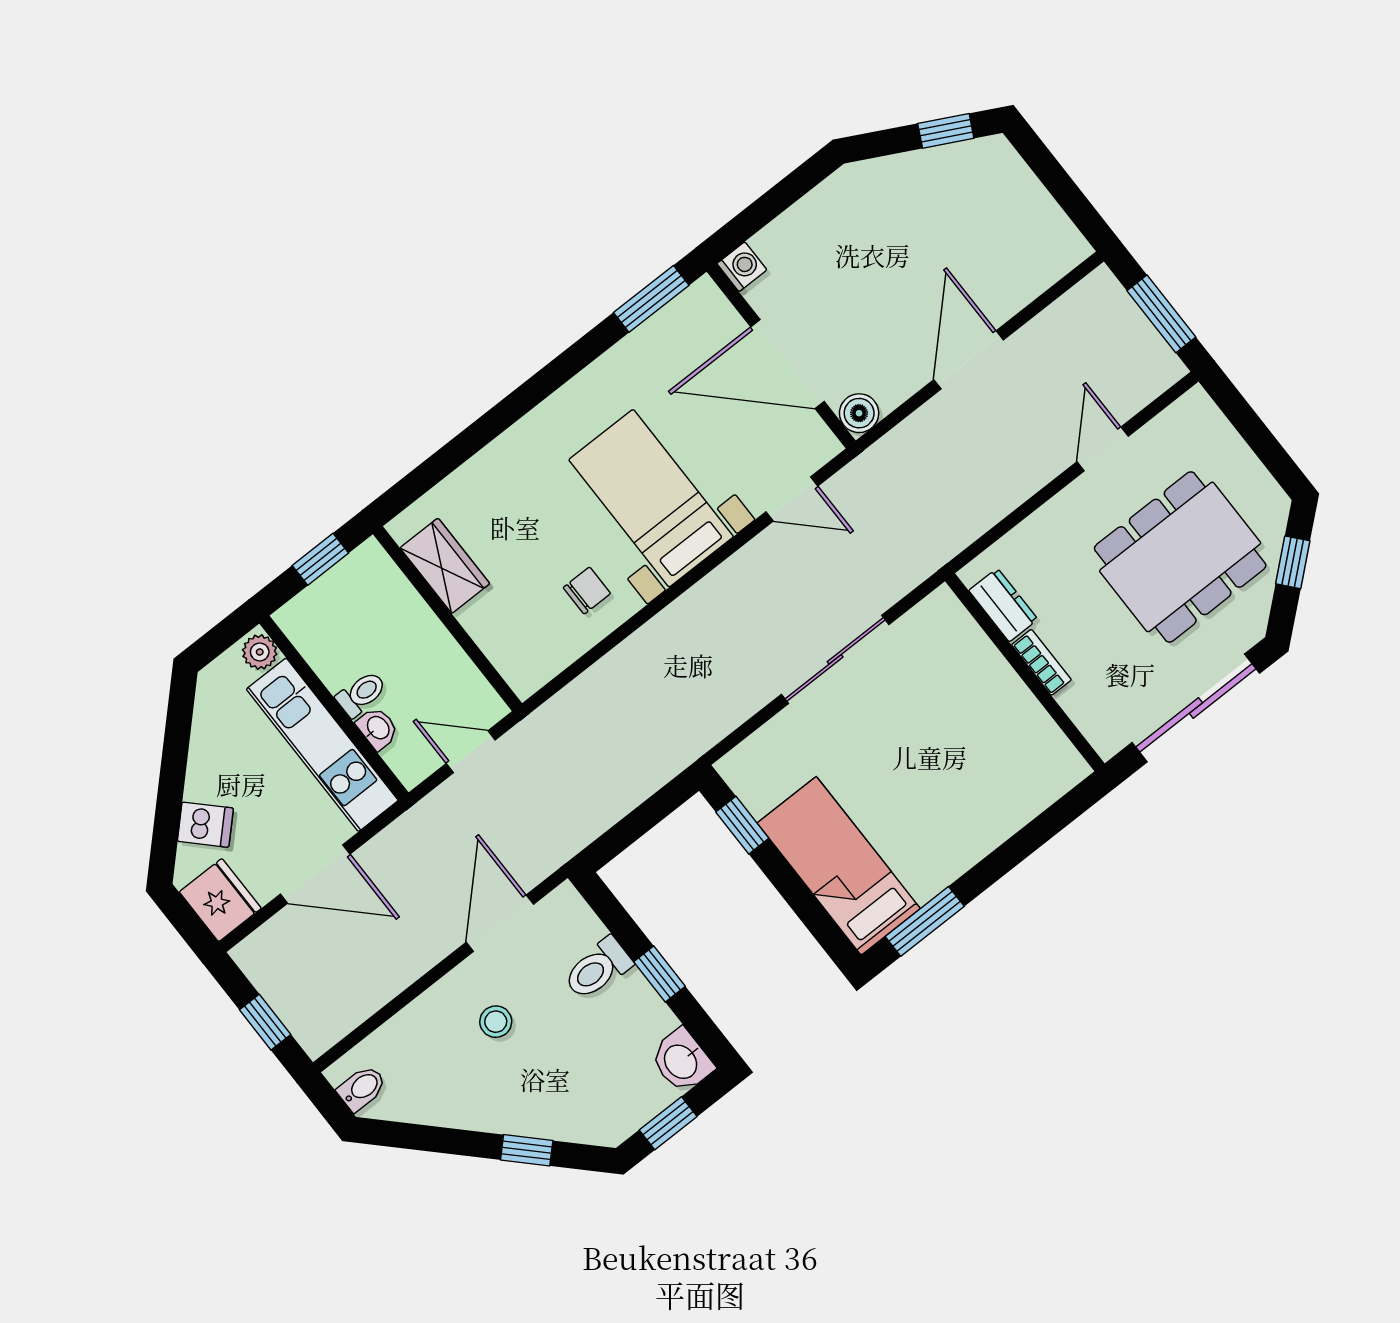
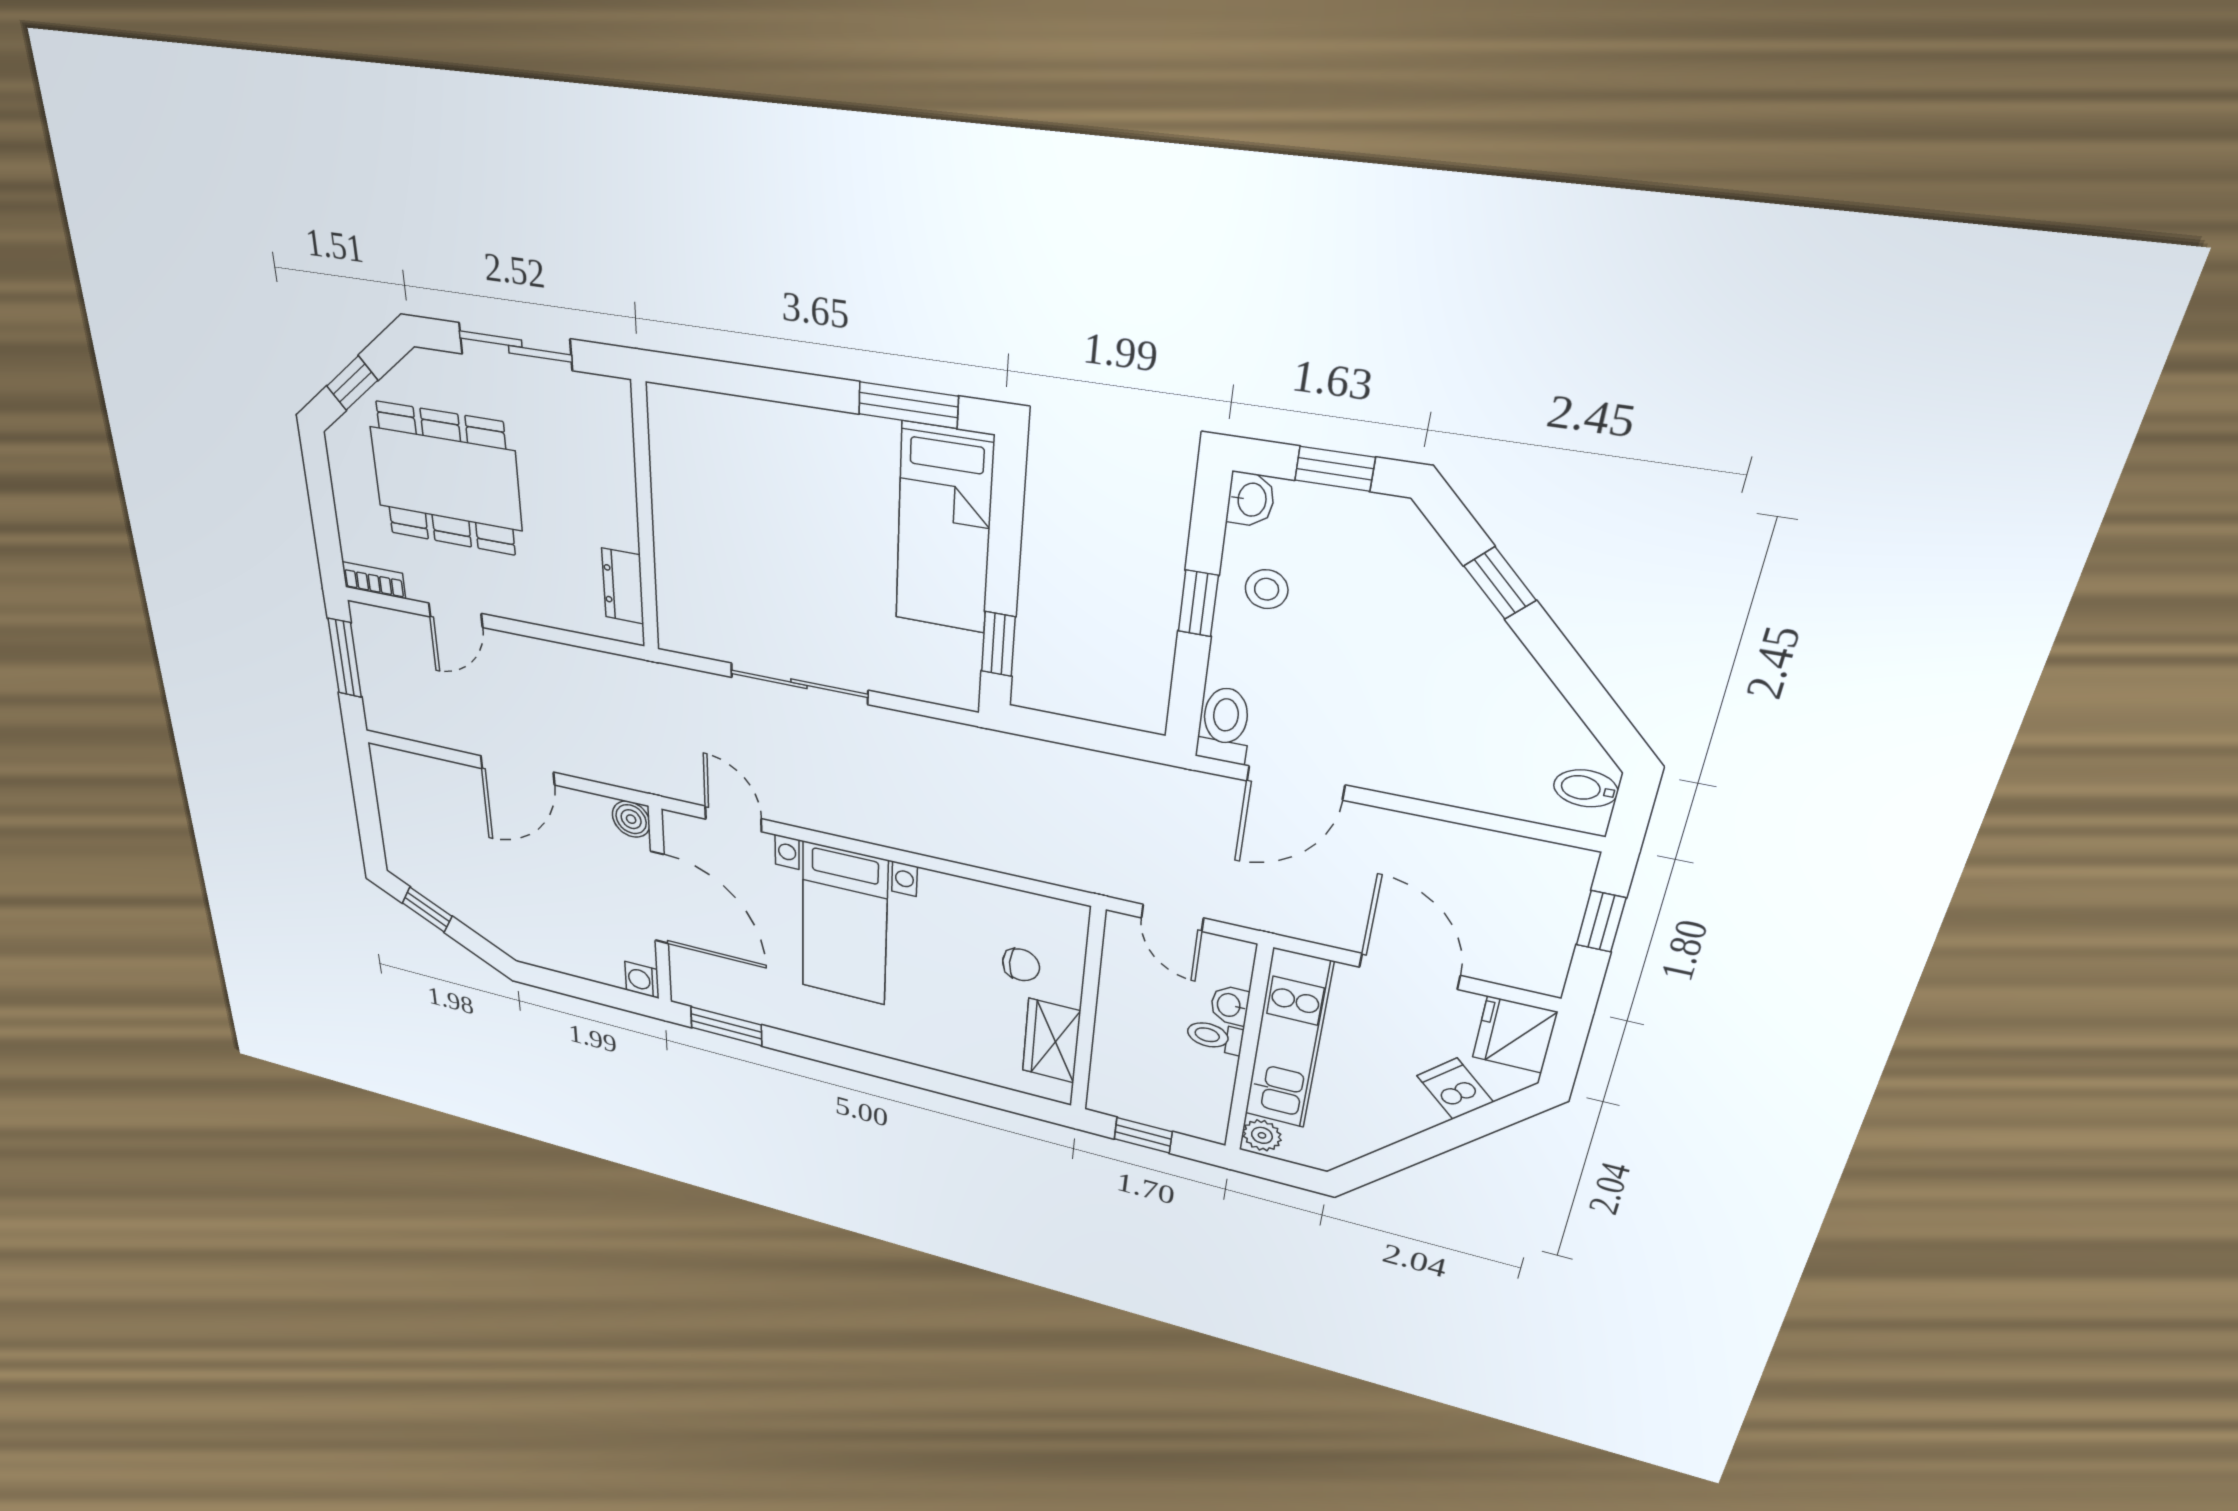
chair: (587, 590) -> (1021, 965), moved, turned 180
bookcase: (1041, 662) -> (374, 580), moved, turned 90
sliding door: (1196, 708) -> (515, 346), width x0.73
toilet: (598, 969) -> (1225, 725), moved, turned -90
stool: (496, 1022) -> (1267, 589), moved
washbasin: (682, 1061) -> (1251, 500), width x0.72, depth x0.69

